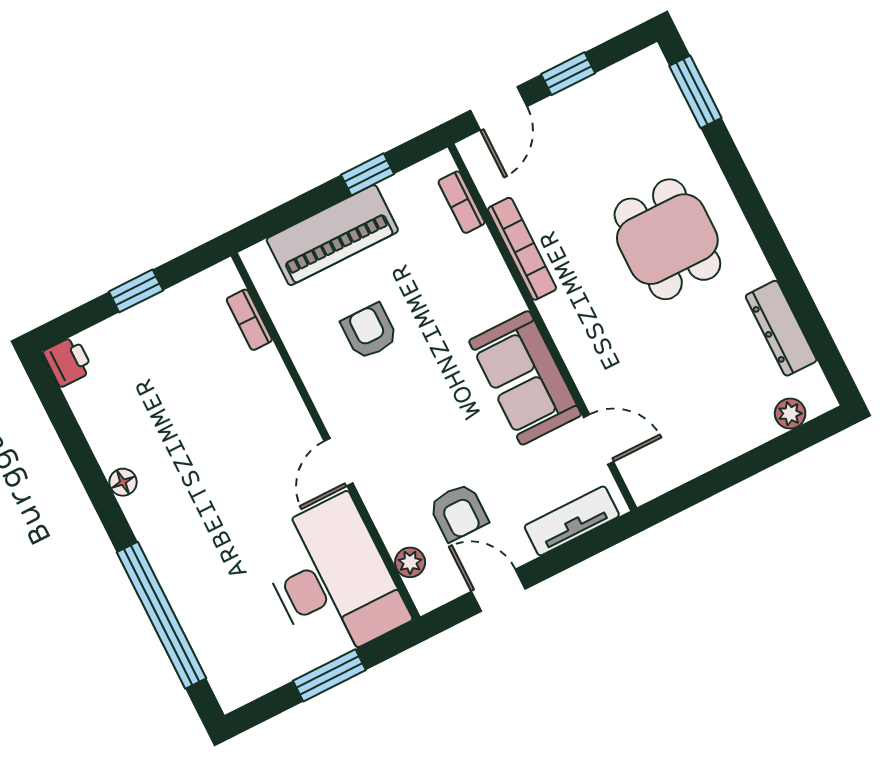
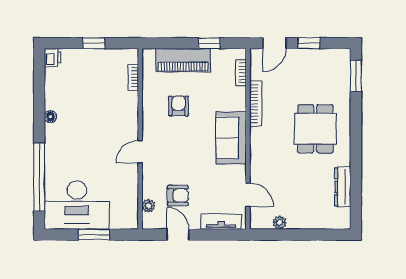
sofa: (525, 378) -> (231, 138), moved
plant: (790, 414) -> (279, 223), moved
armchair: (458, 512) -> (178, 196), turned -90
desk: (332, 579) -> (77, 205), moved, turned 90

